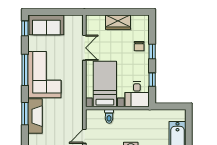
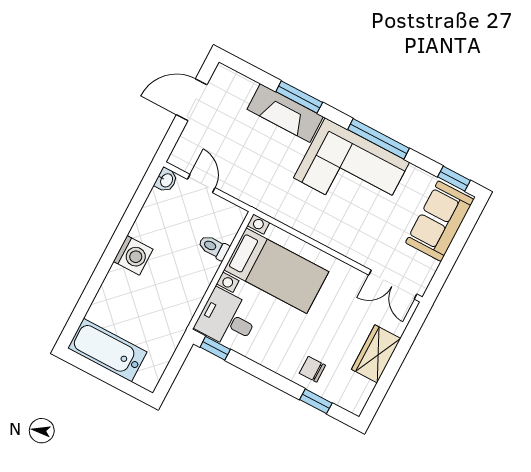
double door: (84, 48) -> (393, 285), moved
window: (152, 52) -> (316, 401), moved
window: (152, 80) -> (215, 348), moved

